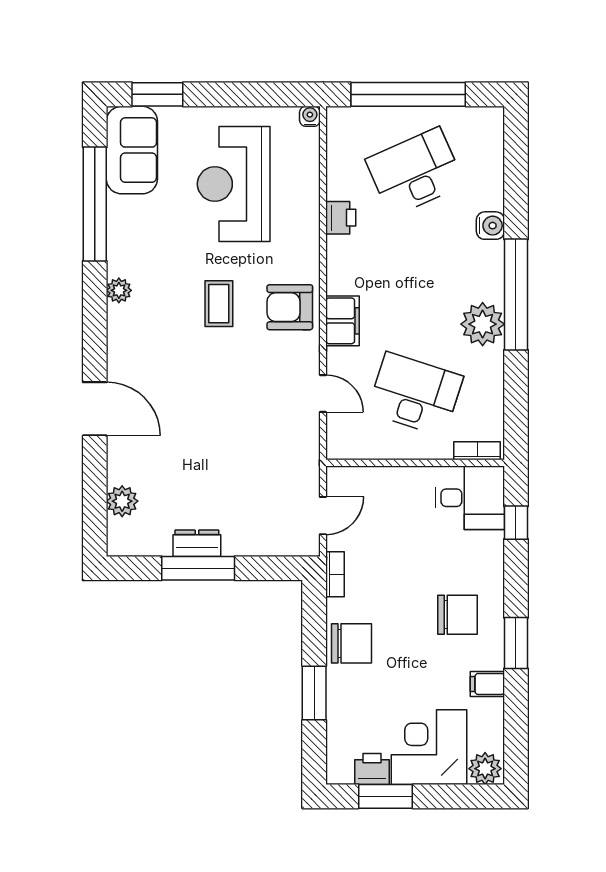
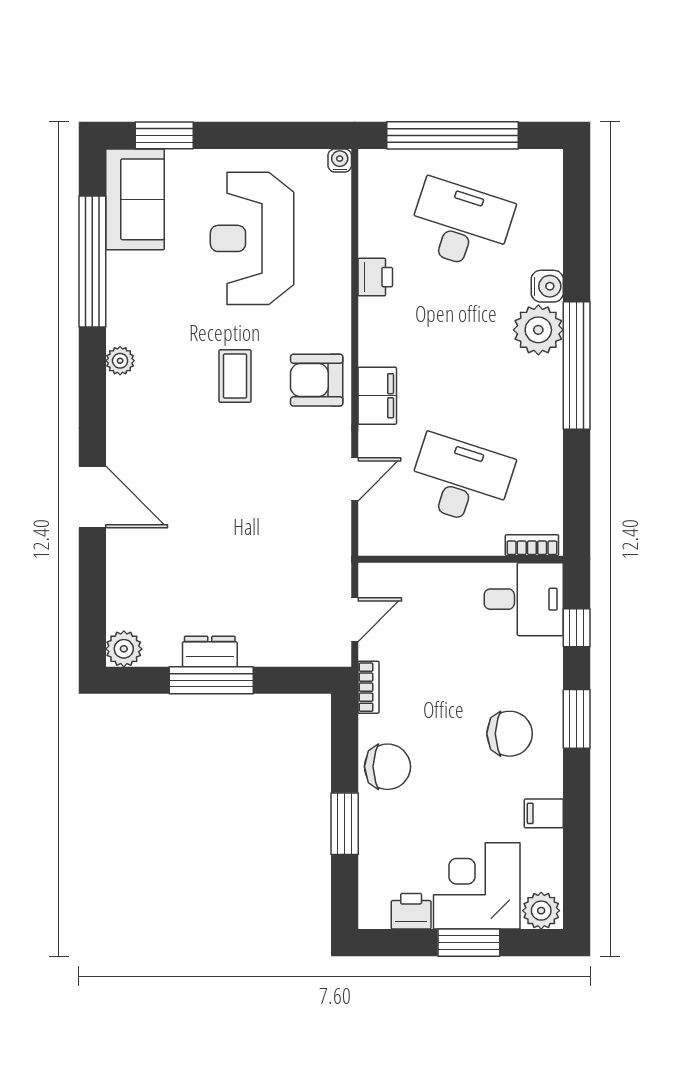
desk: (415, 172) -> (461, 225), turned 42
plant: (483, 324) -> (538, 330), moved
door: (323, 393) -> (355, 479), hinge flipped
plant: (122, 501) -> (124, 649), moved
window: (516, 643) -> (577, 719), moved
window: (386, 796) -> (469, 943), moved

